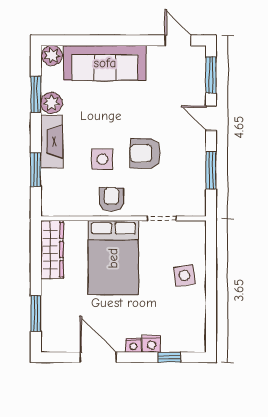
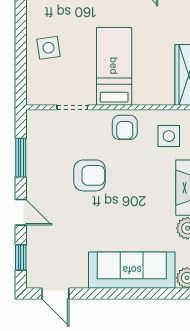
window: (211, 75) -> (21, 257), width x0.67
side table: (102, 159) -> (169, 136), moved
bed: (113, 258) -> (114, 66), width x0.67

